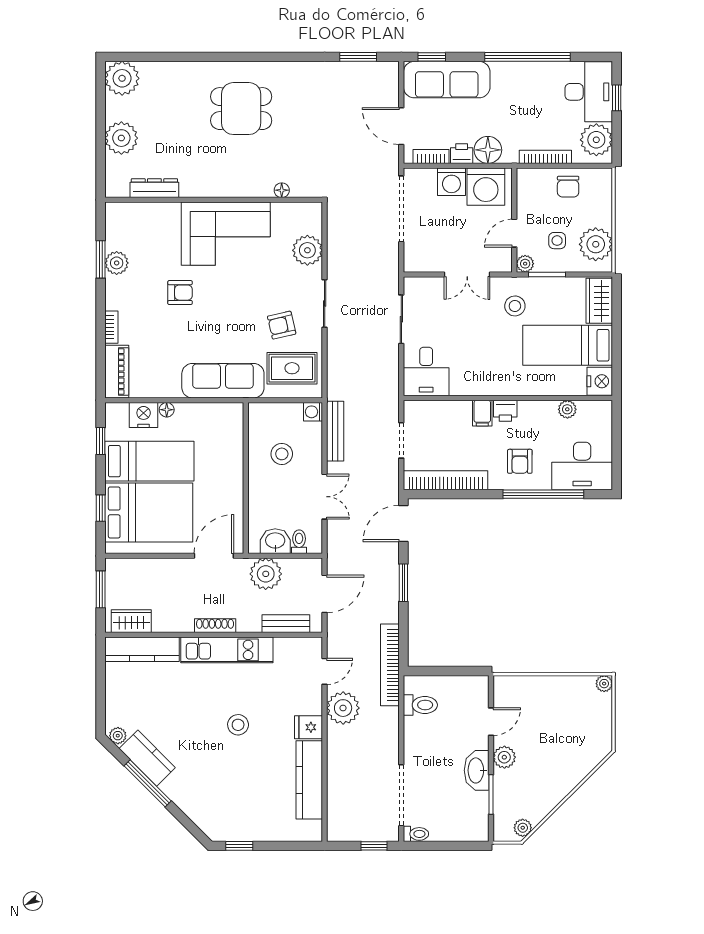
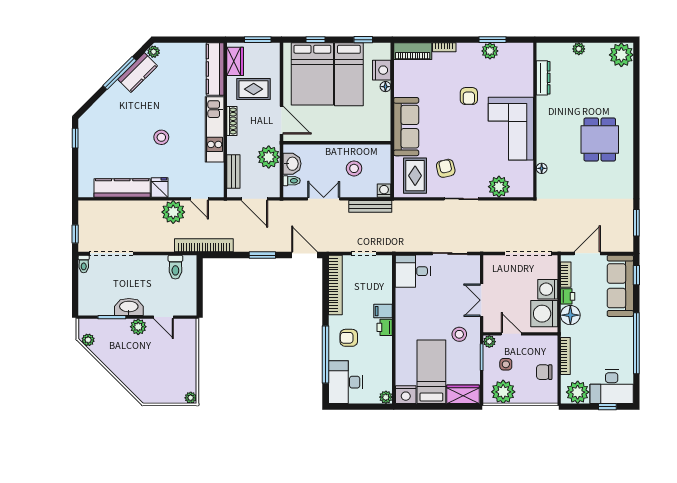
plant: (121, 138) -> (579, 49), width x0.53, depth x0.53
plant: (567, 409) -> (386, 397), moved
double door: (325, 497) -> (324, 199), swing flipped
rug: (170, 595) -> (254, 89), added

